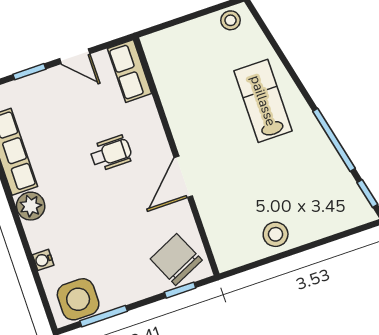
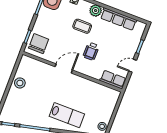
door: (183, 177) -> (64, 68), hinge flipped
coffee table: (79, 207) -> (82, 26), added
chair: (176, 260) -> (39, 44), turned -65

